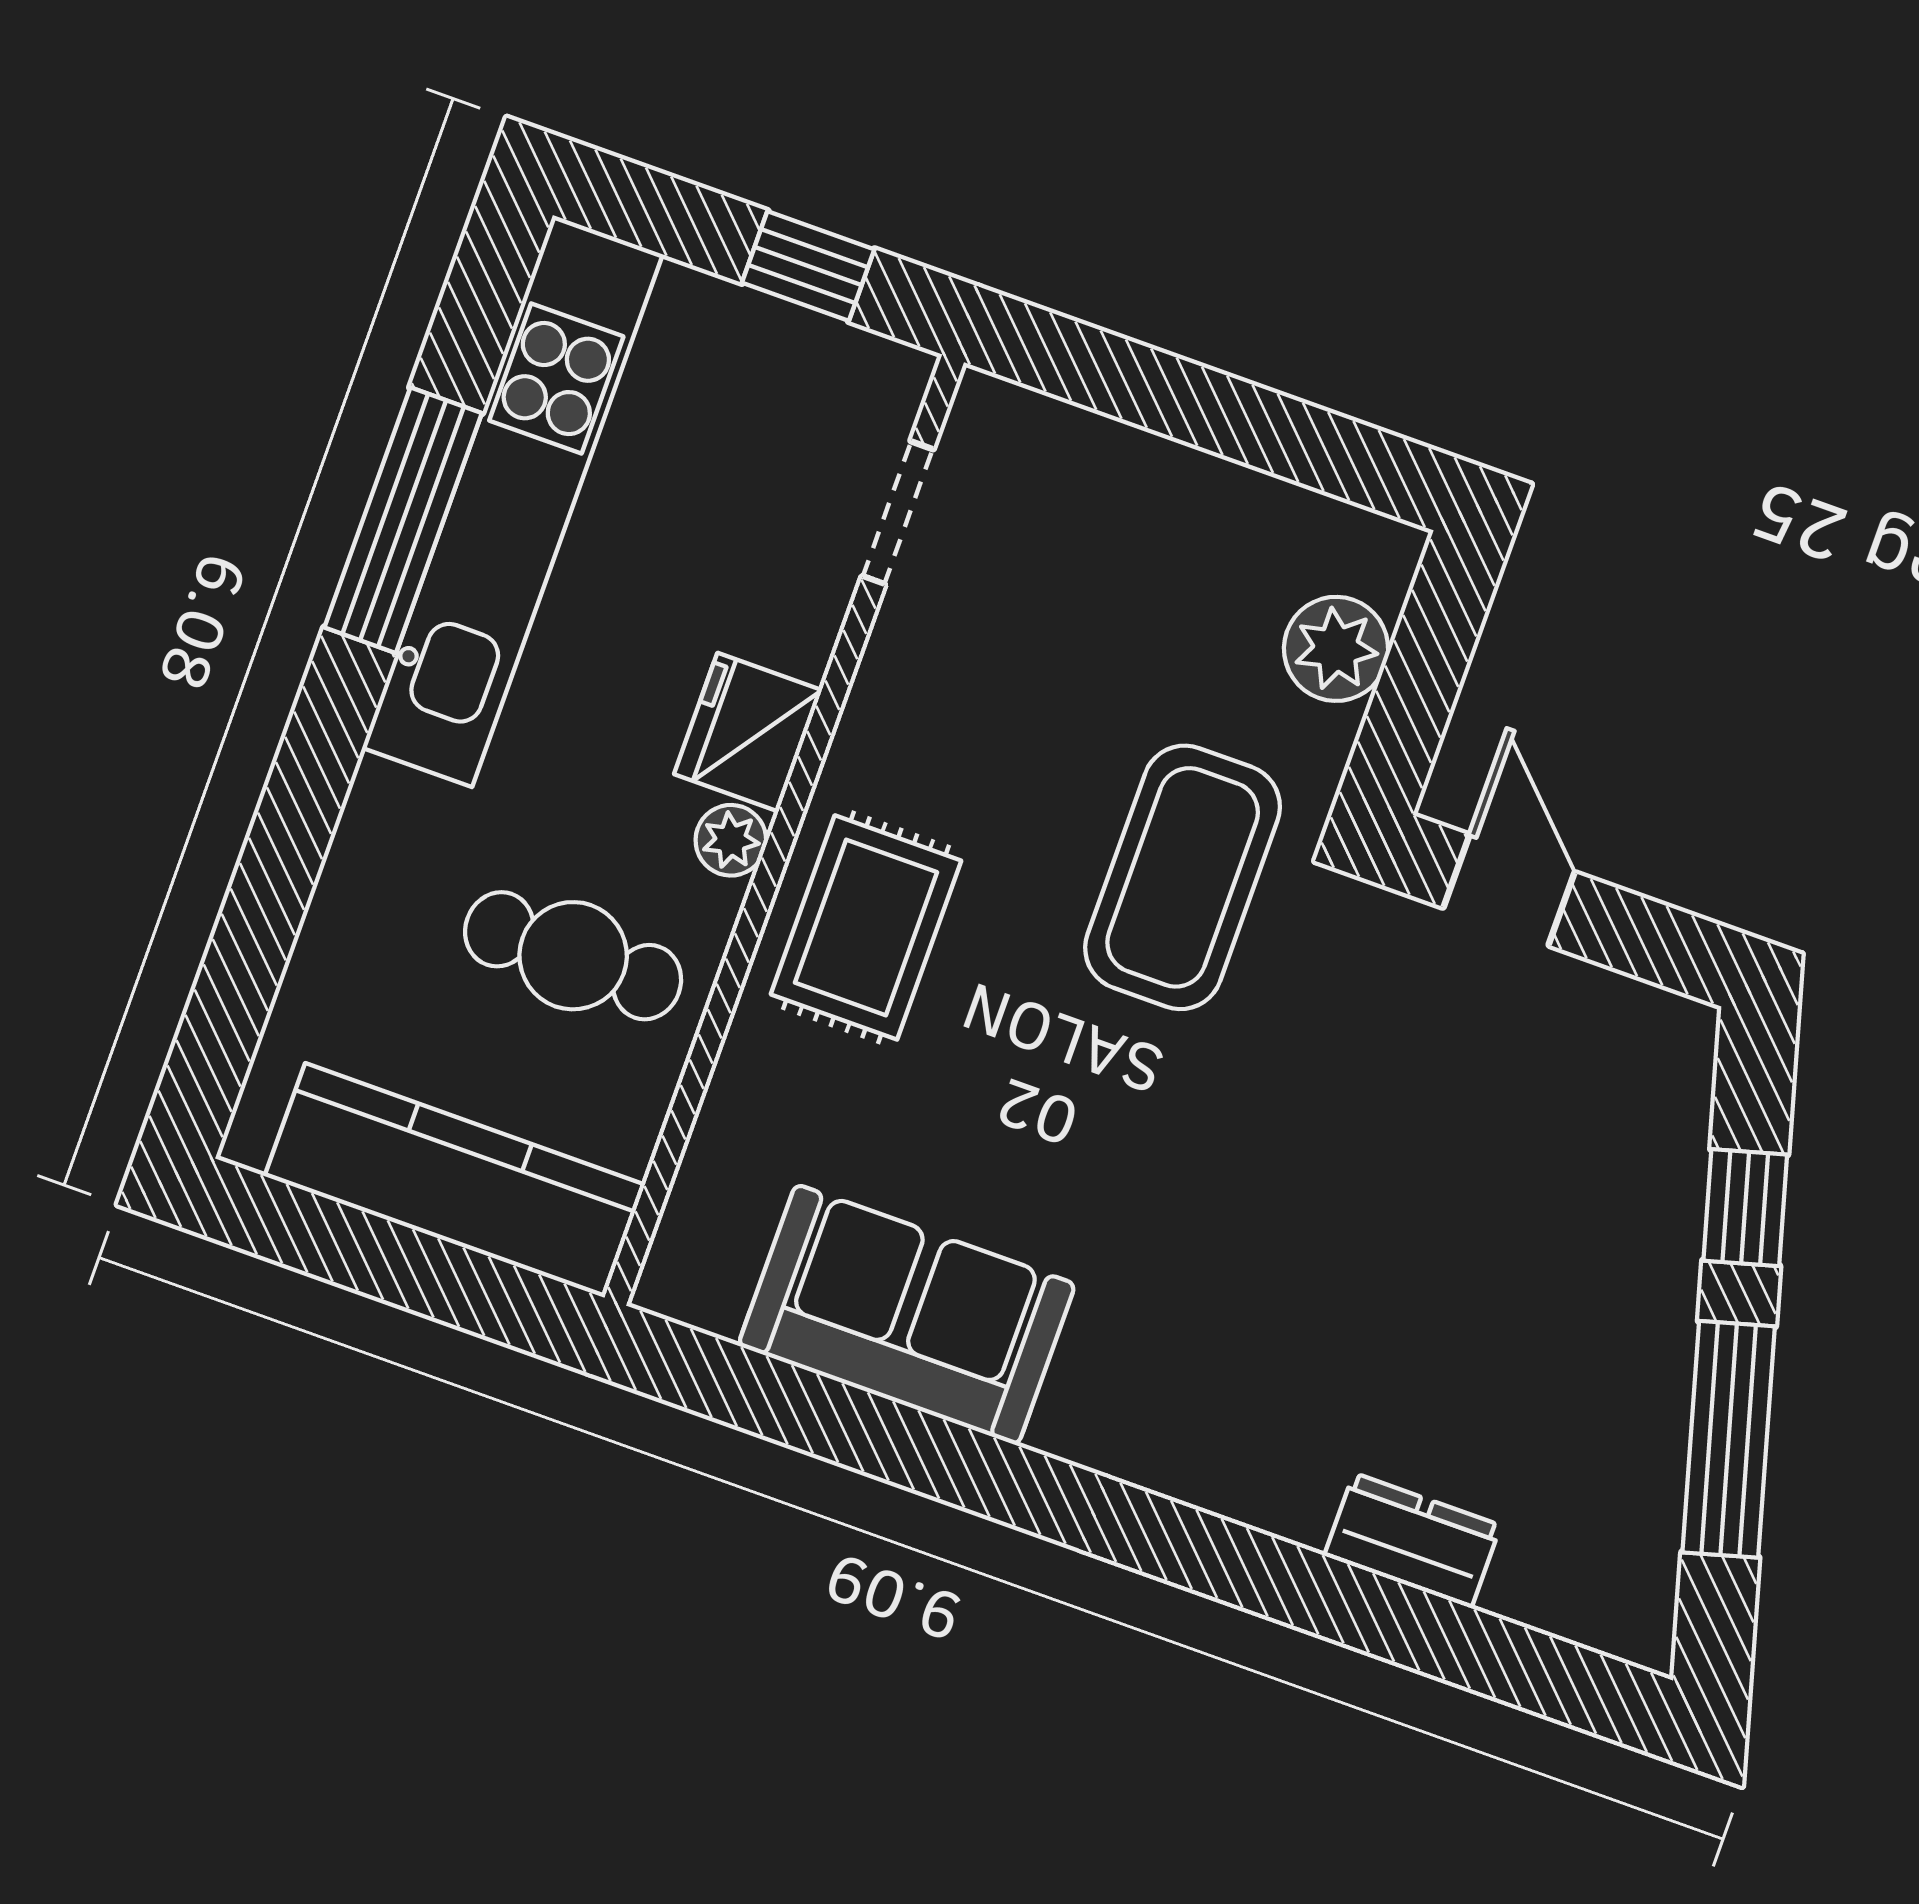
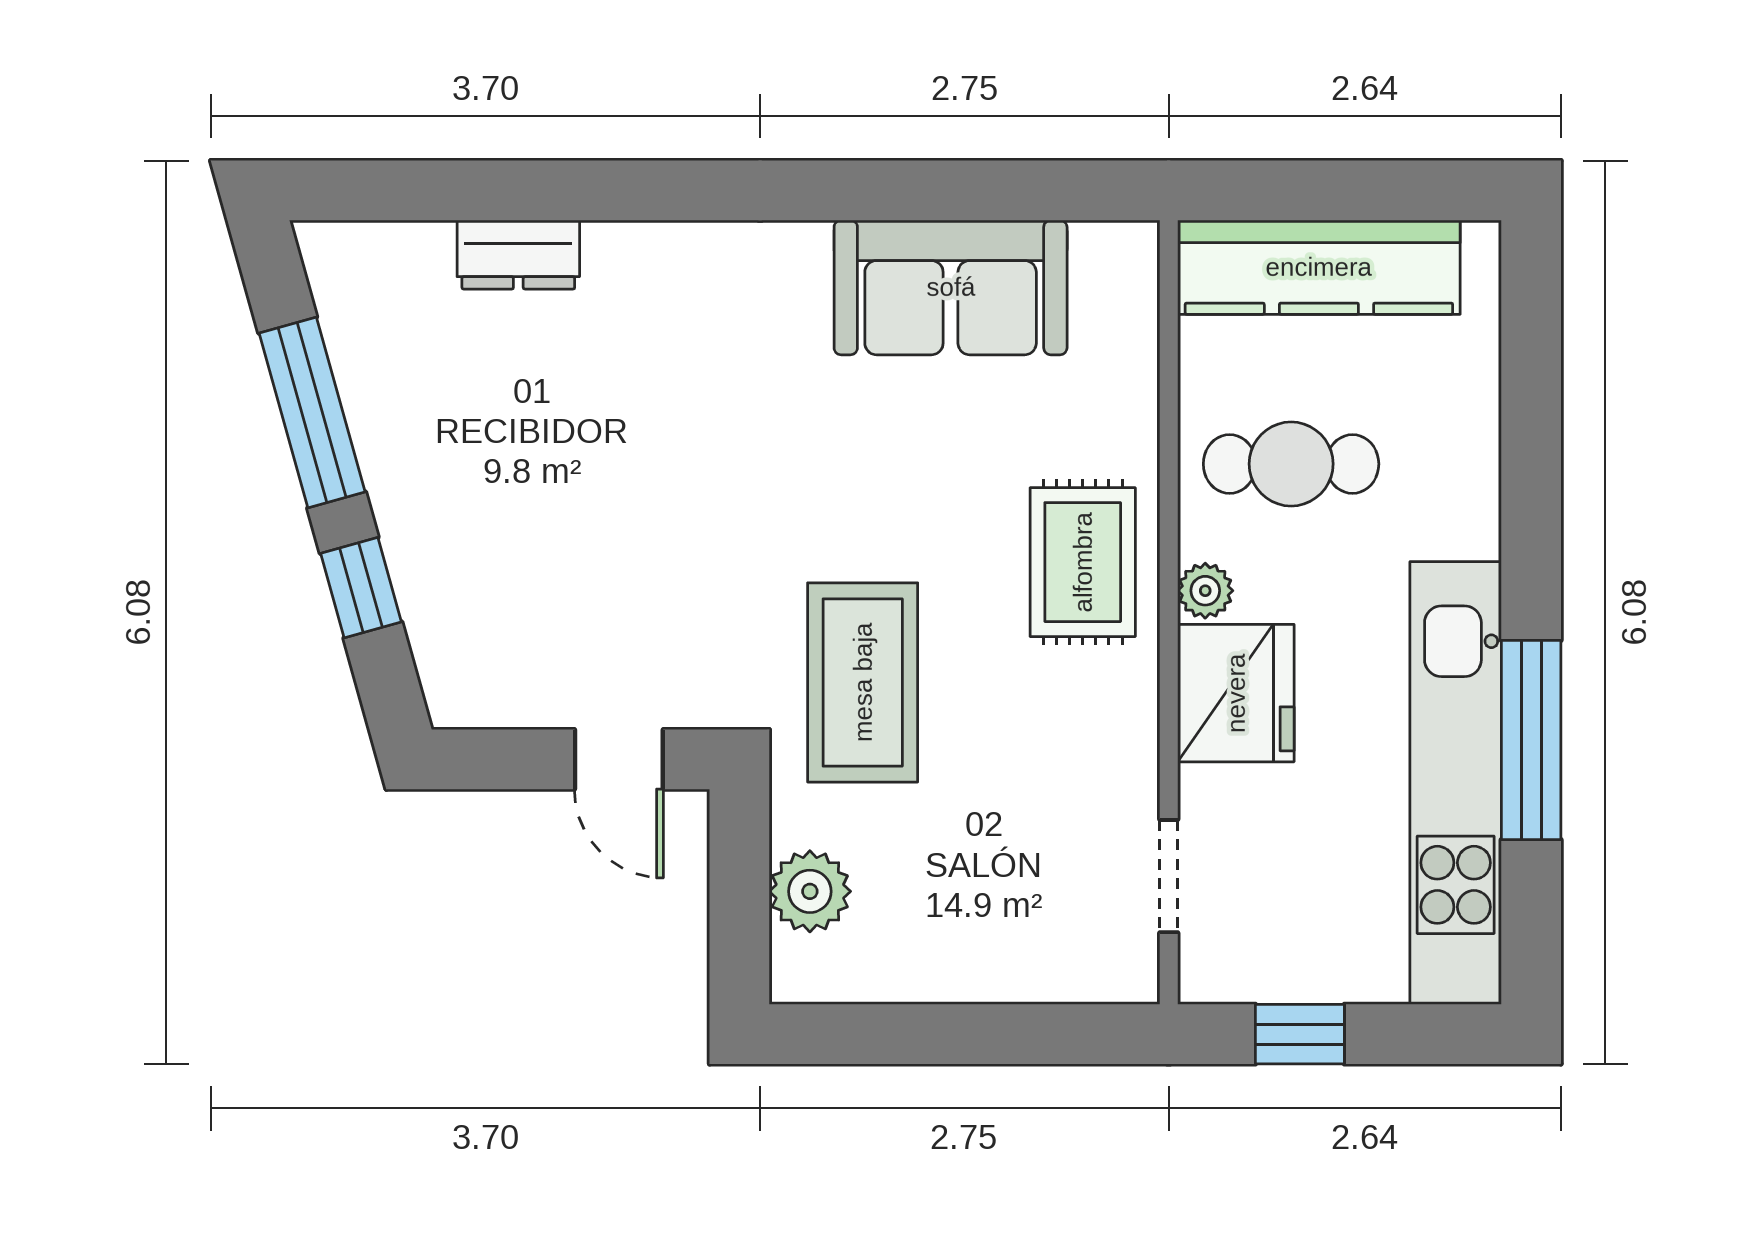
fridge: (748, 732) -> (1236, 693), width x1.36, depth x1.34

